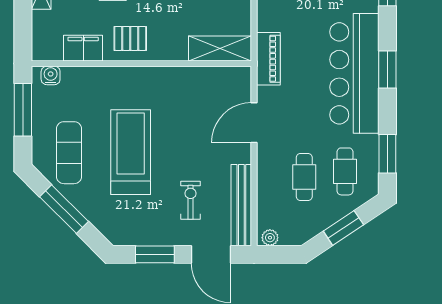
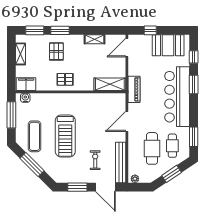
filing cabinet: (83, 48) -> (26, 84), moved
window: (387, 69) -> (194, 85), moved
treadmill: (131, 152) -> (65, 136), turned 180
cafe table: (304, 177) -> (152, 148), width x1.37, depth x1.35

